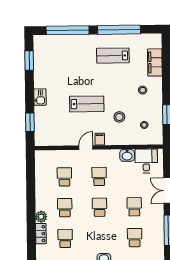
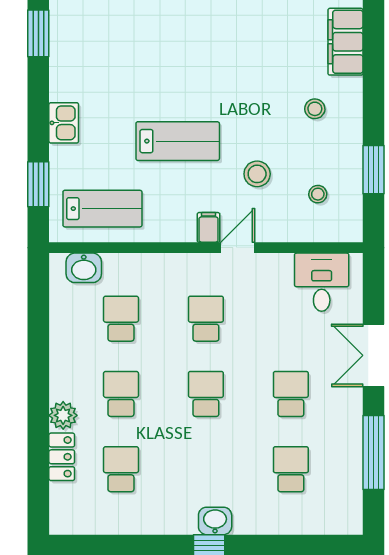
lab bench: (113, 56) -> (102, 209), moved, turned 180
door: (86, 148) -> (238, 248), moved
washbasin: (127, 155) -> (84, 268), moved

